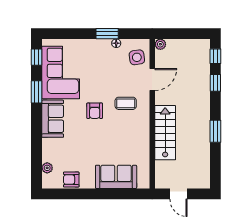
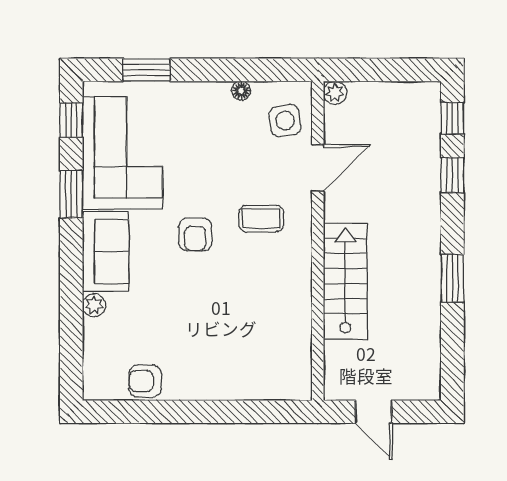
window: (107, 34) -> (147, 70), moved
plant: (47, 168) -> (94, 305), moved
sofa: (116, 177) -> (241, 375), removed

